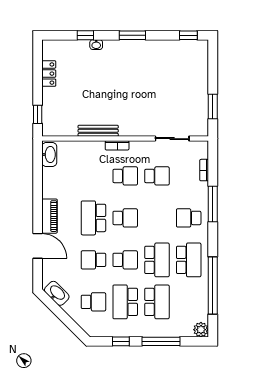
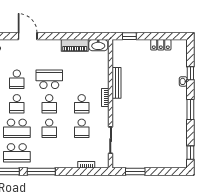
window: (213, 204) -> (41, 171), moved
piano: (50, 216) -> (75, 45), moved
school desk: (189, 218) -> (49, 128), moved, turned 180
door: (38, 246) -> (28, 36), swing flipped
school desk: (93, 260) -> (17, 79), turned 180

